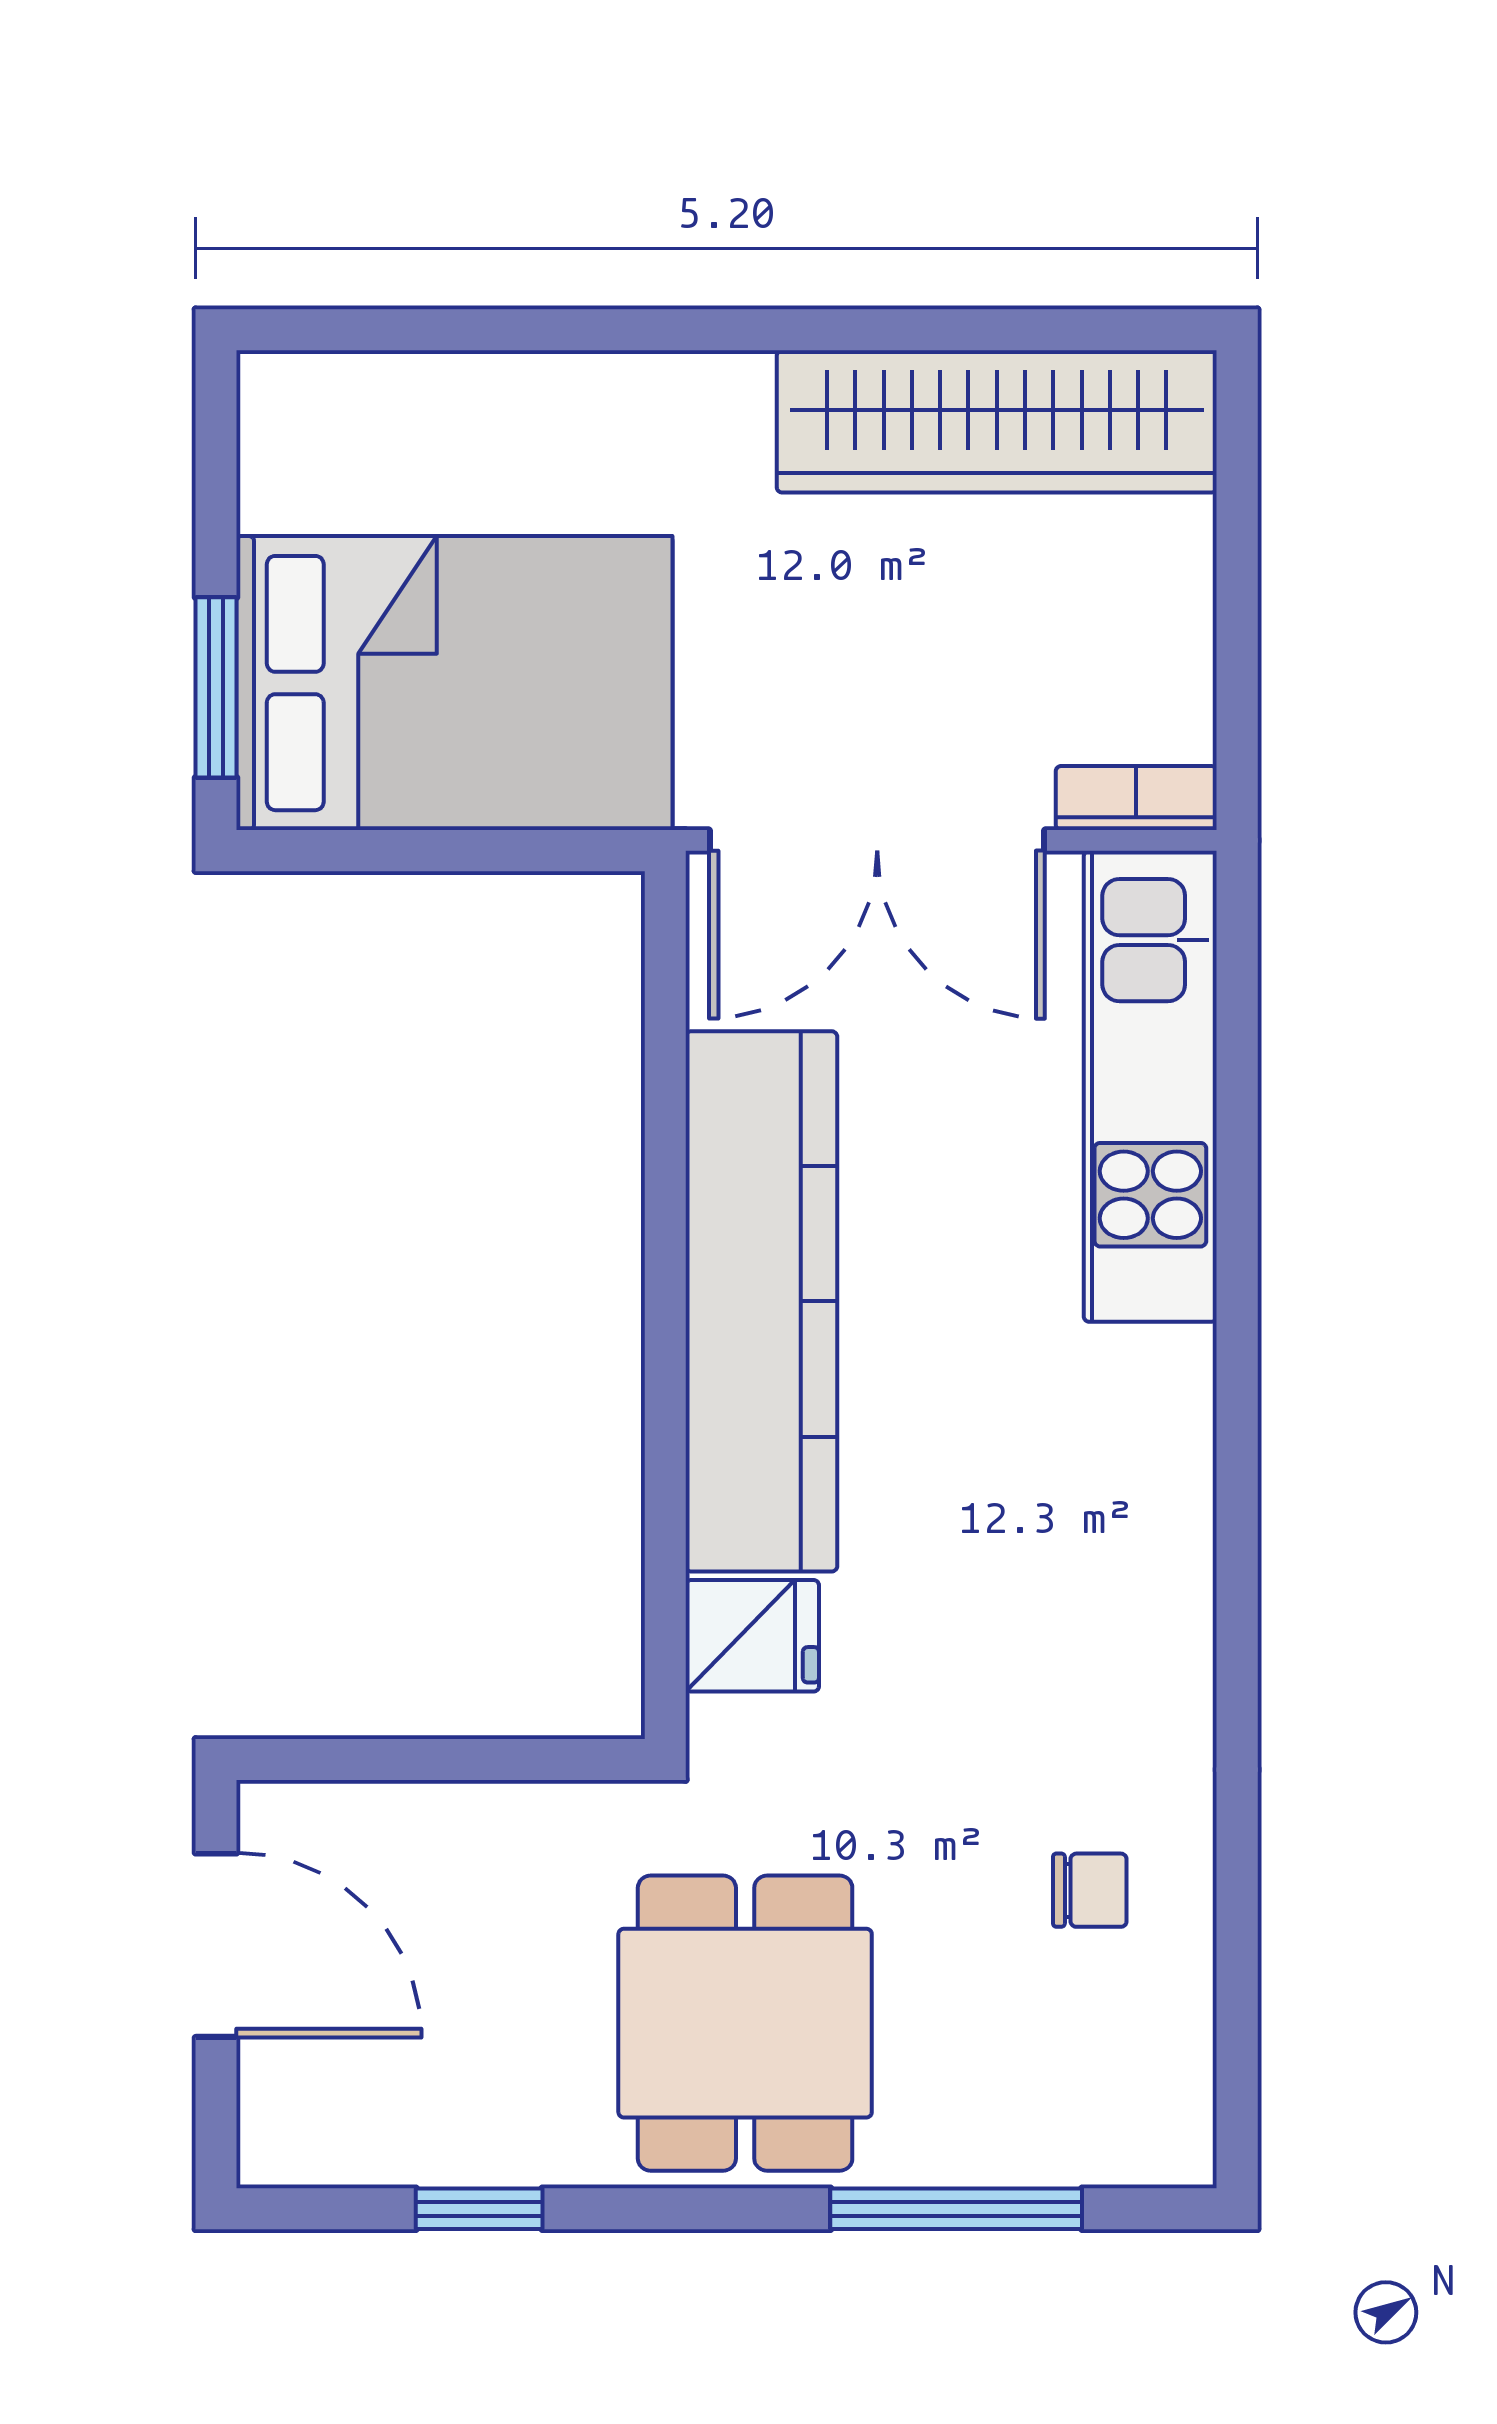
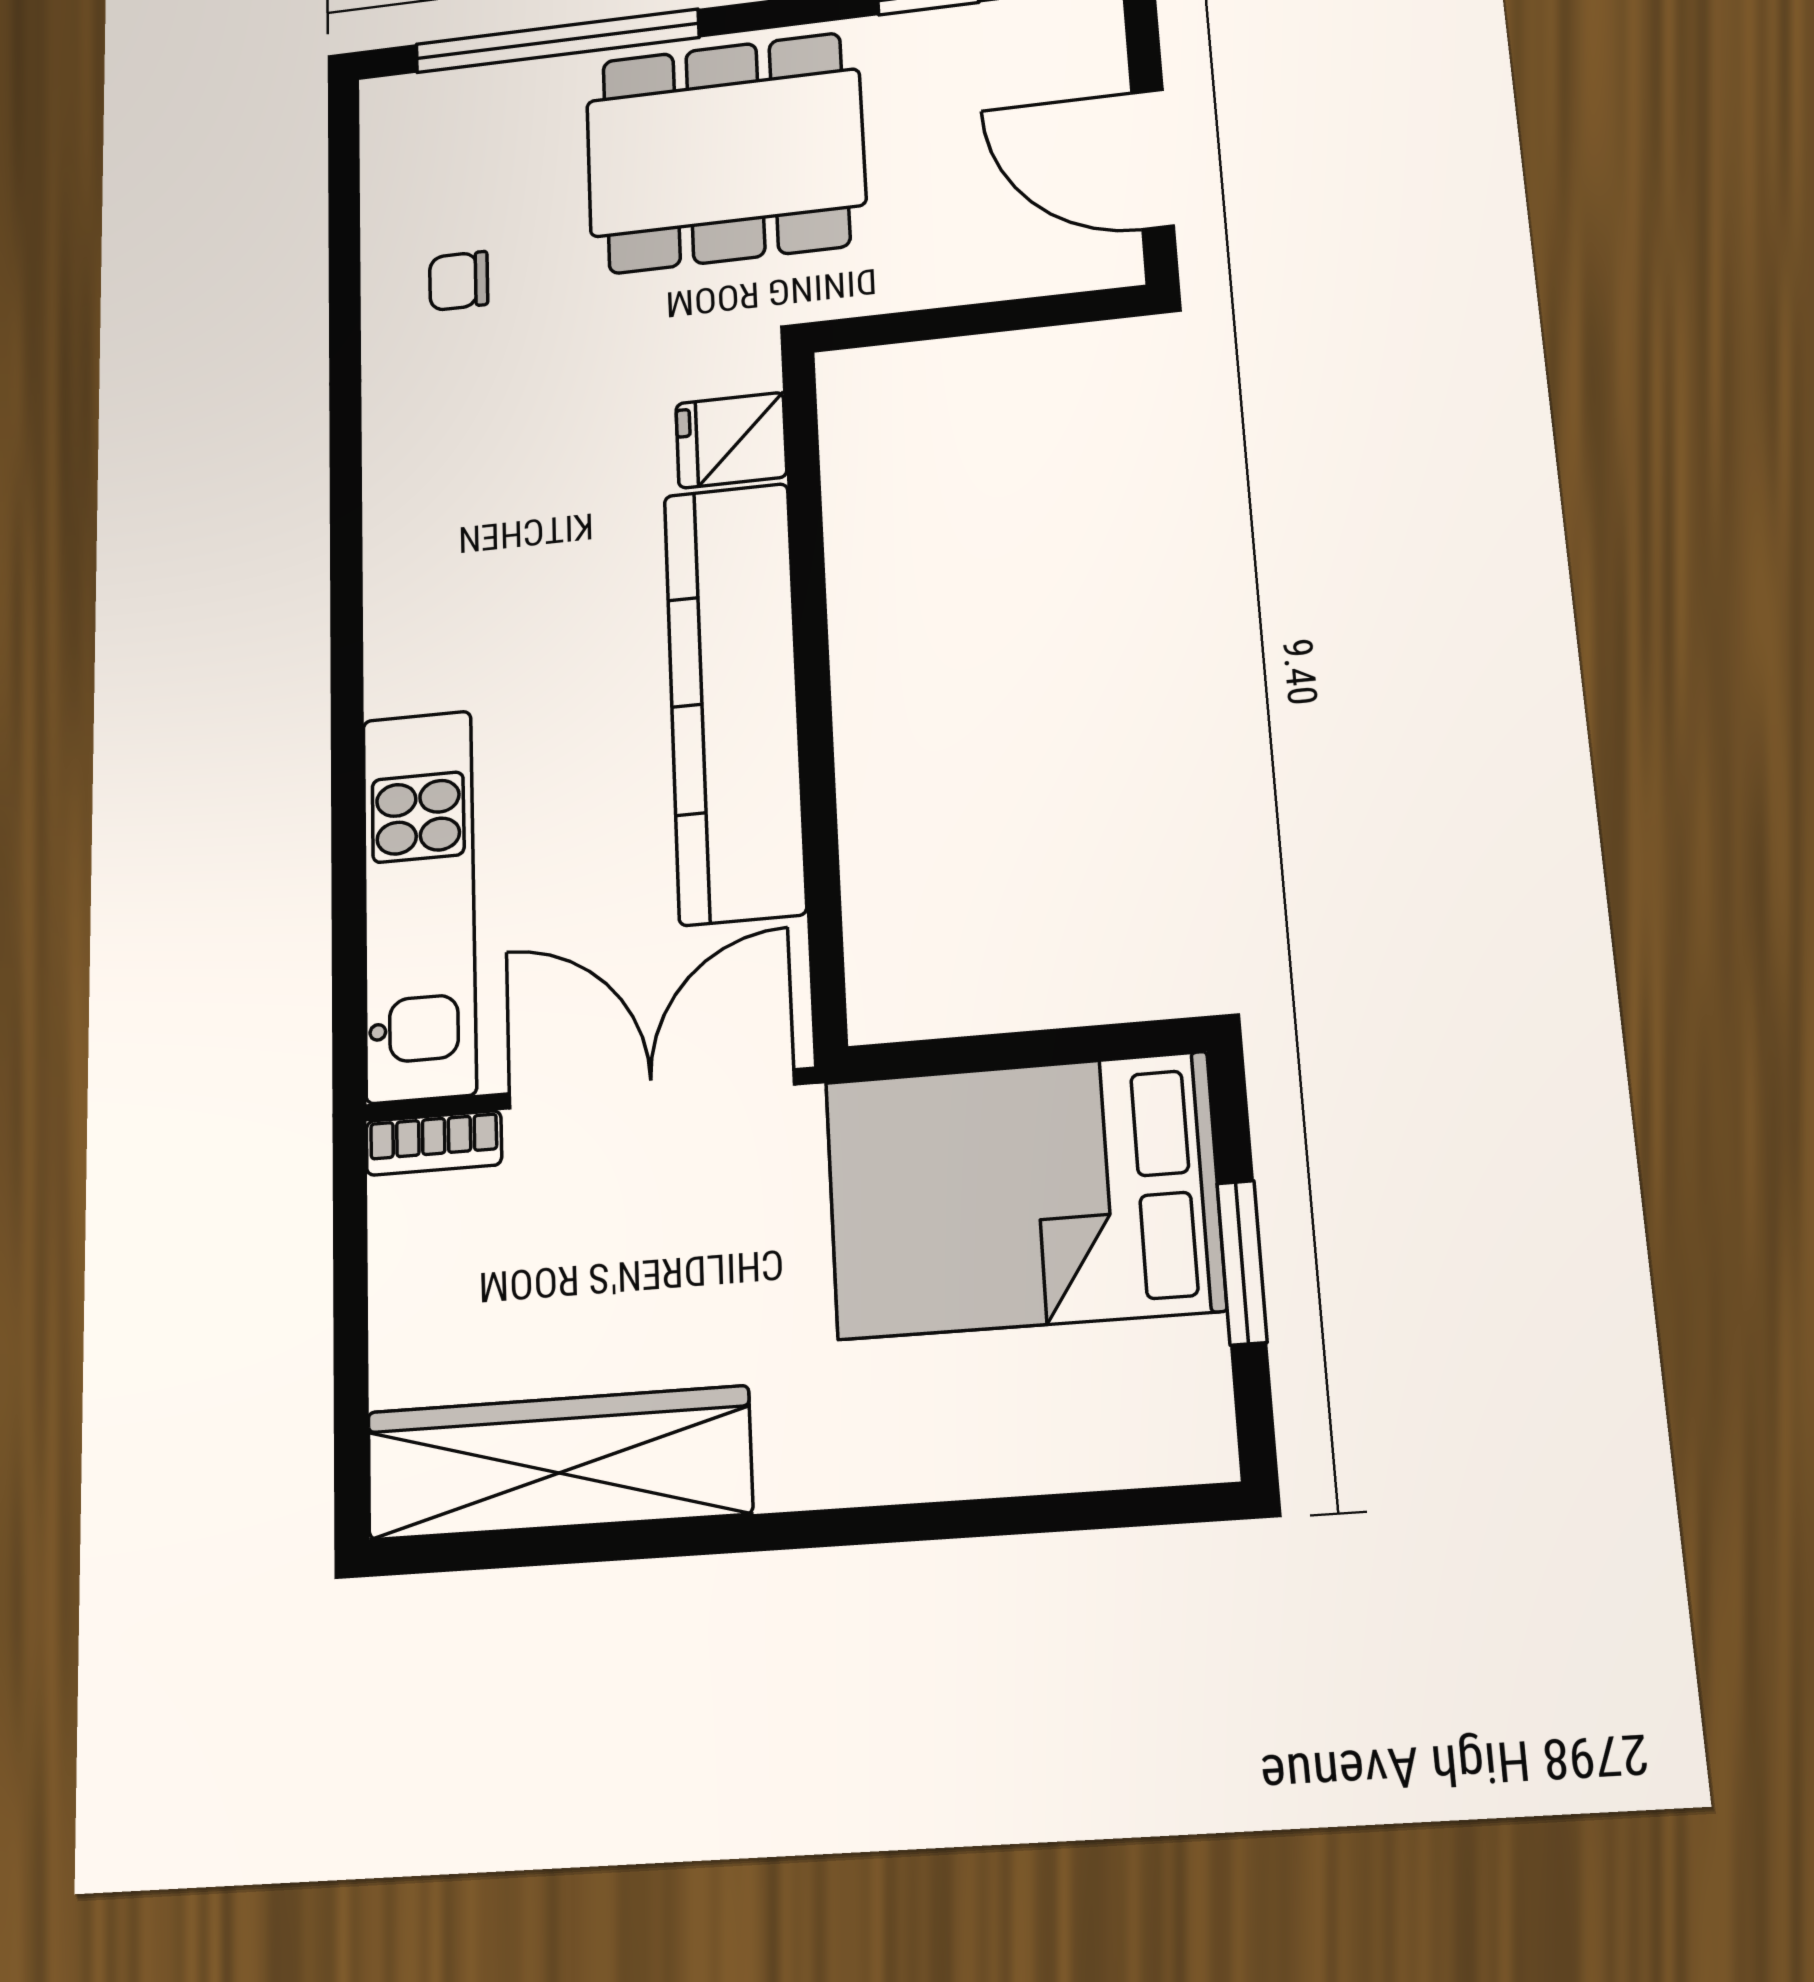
window: (216, 687) -> (1242, 1262), moved
dining table: (745, 2023) -> (725, 153), width x1.38
window: (956, 2209) -> (557, 41), width x1.46

